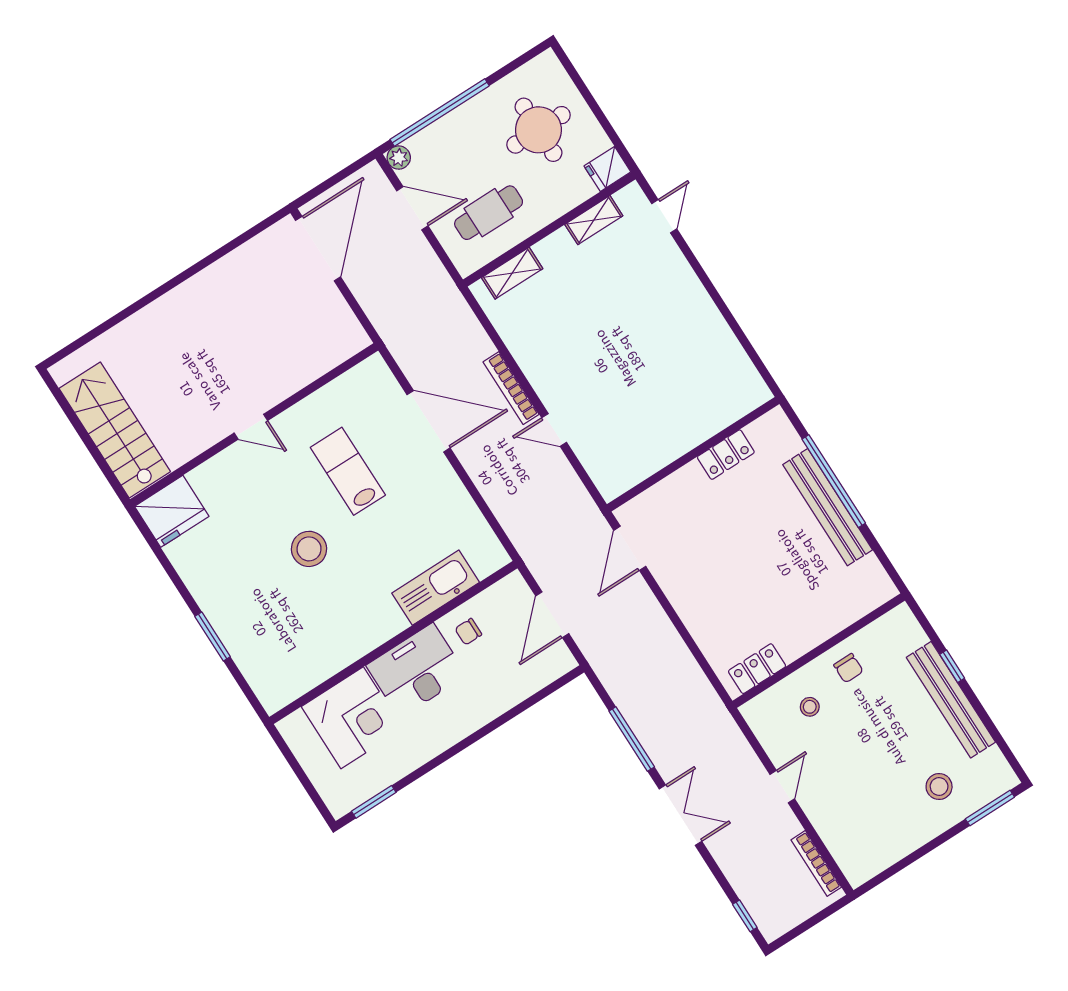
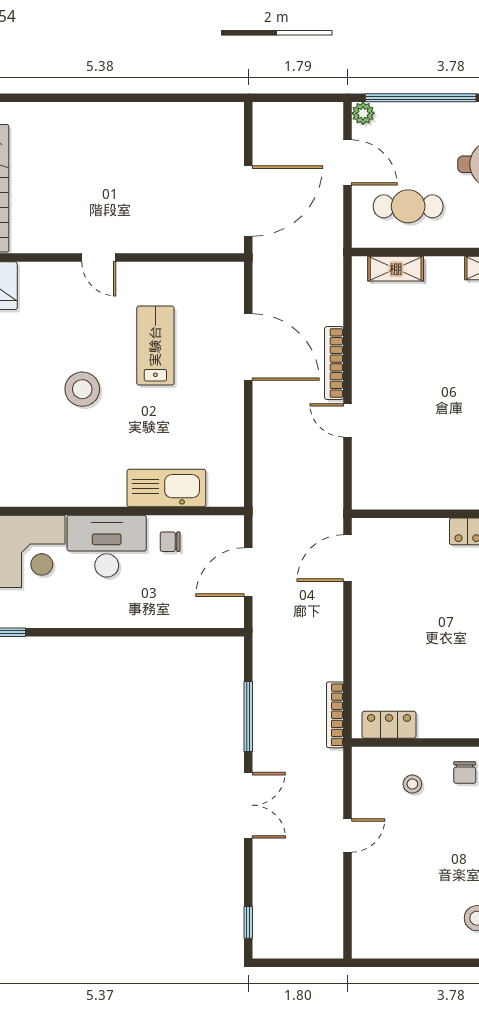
door: (318, 249) -> (248, 201), moved
bookcase: (816, 863) -> (335, 715), moved

